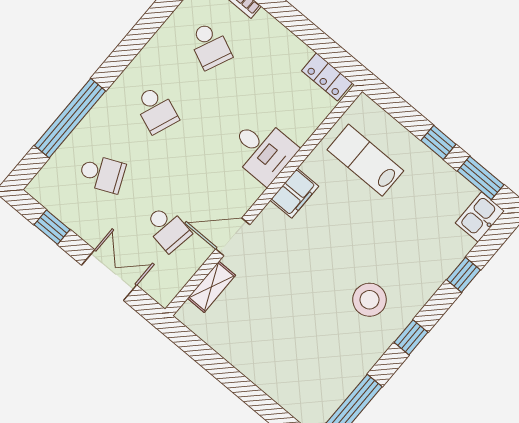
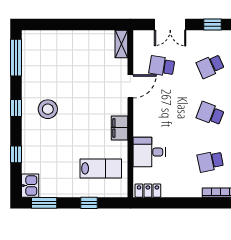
school desk: (210, 46) -> (210, 161), turned -36
window: (438, 142) -> (89, 203), moved
desk: (263, 150) -> (149, 152), moved
shelving: (211, 287) -> (121, 44), moved

